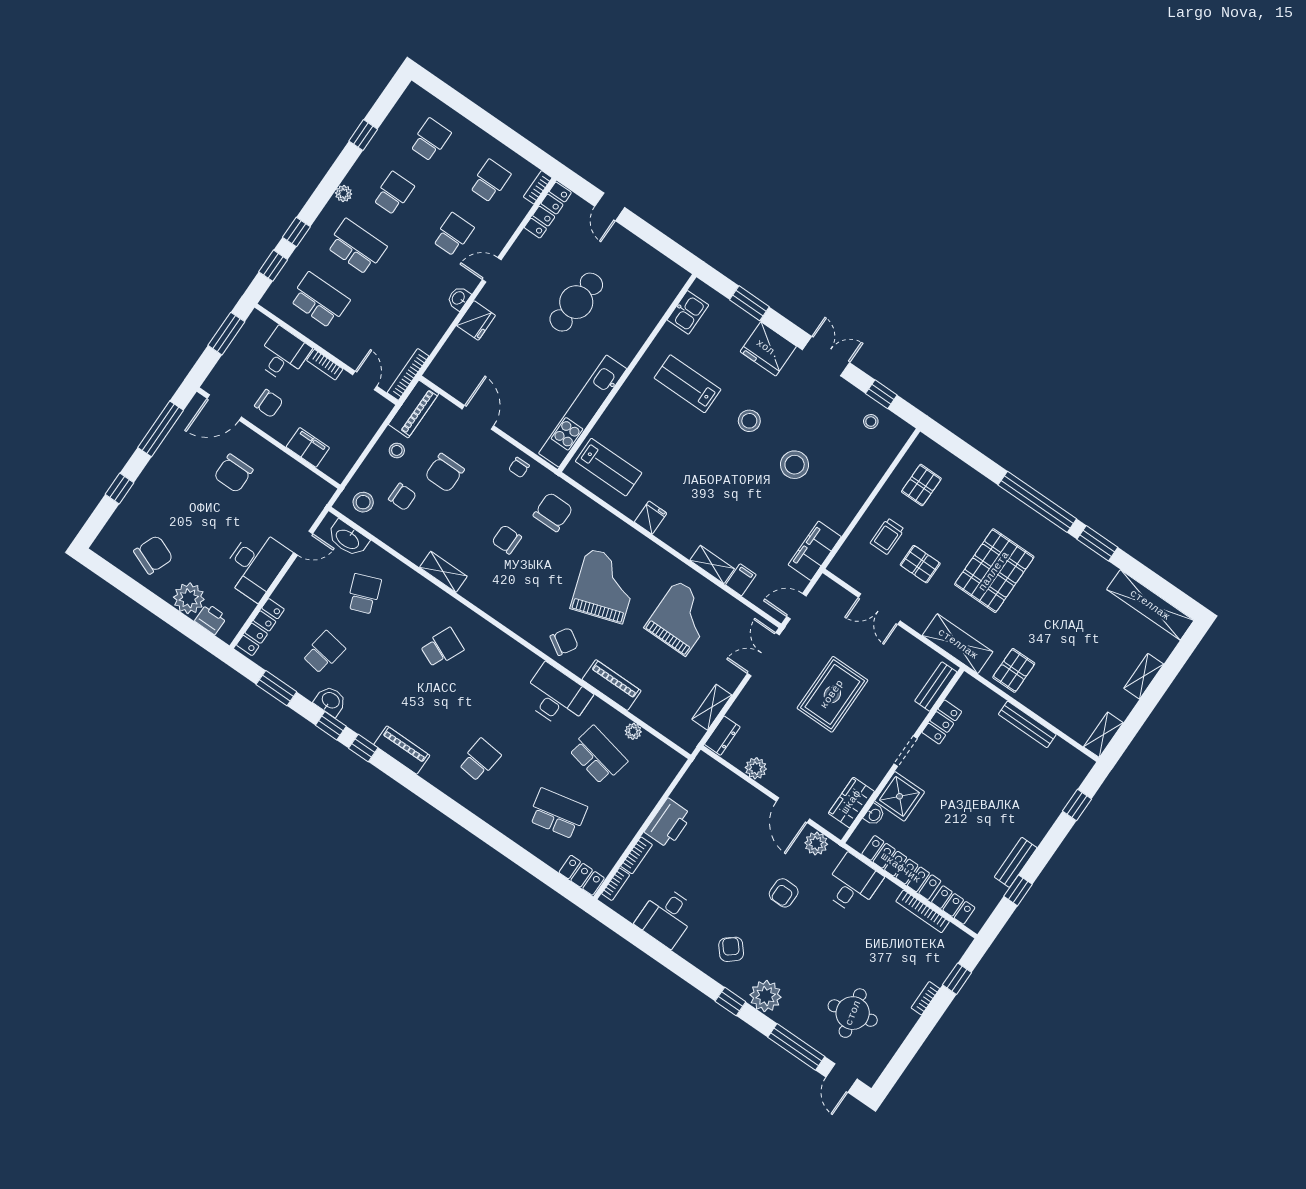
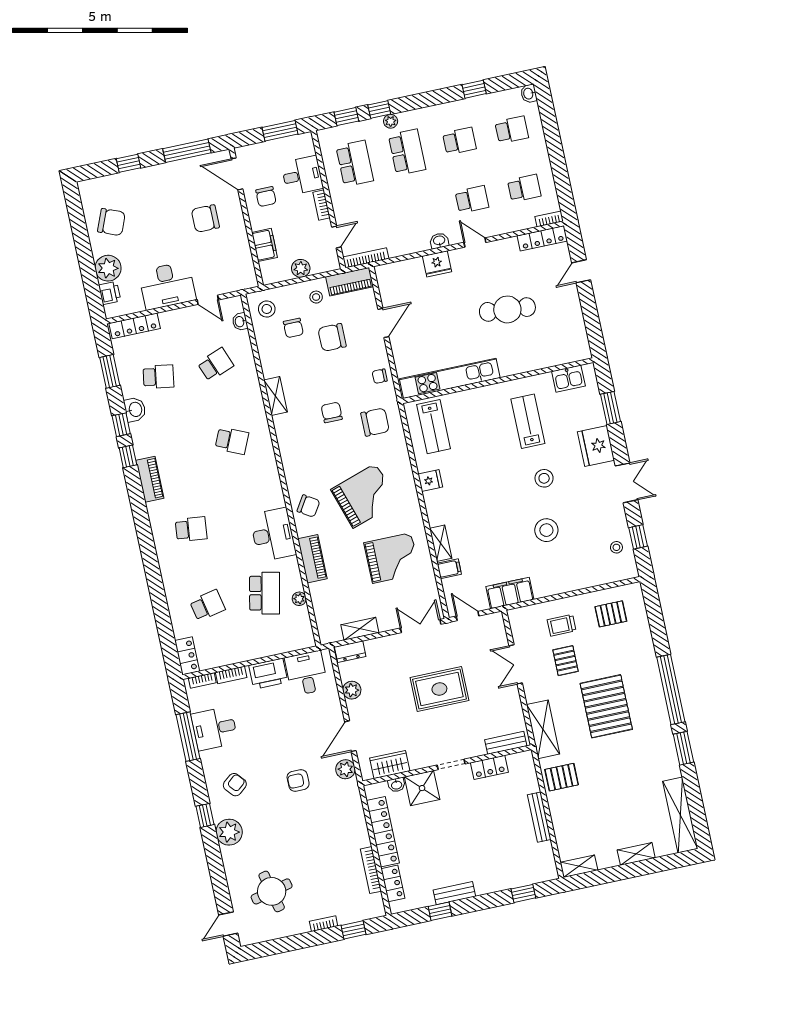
washbasin: (415, 94) -> (529, 94), added
plant: (344, 194) -> (391, 121), moved
plant: (359, 438) -> (301, 268), added
washbasin: (348, 539) -> (240, 322), width x0.52, depth x0.69
pallet: (994, 571) -> (606, 706), turned 90
school desk: (558, 814) -> (207, 605), width x0.54
desk: (853, 884) -> (306, 673), moved, turned -90
window: (796, 1047) -> (188, 737), moved

